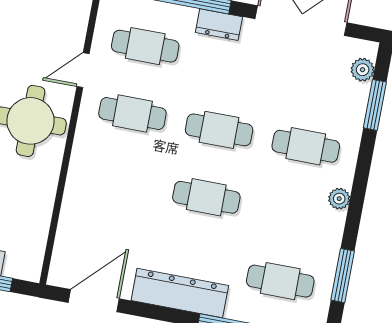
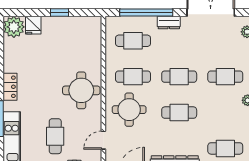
door: (83, 70) -> (103, 140), moved
round table: (113, 174) -> (129, 110), added

